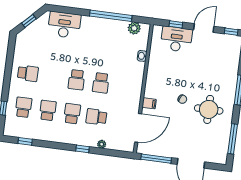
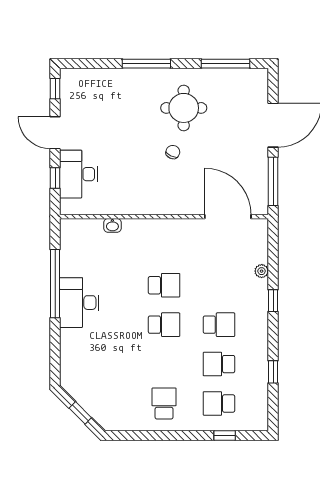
desk: (64, 25) -> (79, 303), moved
plant: (134, 28) -> (70, 244), removed
filing cabinet: (149, 103) -> (186, 204), removed
school desk: (72, 114) -> (219, 325), turned 180
school desk: (96, 117) -> (219, 285), removed
window: (25, 141) -> (273, 372), moved

